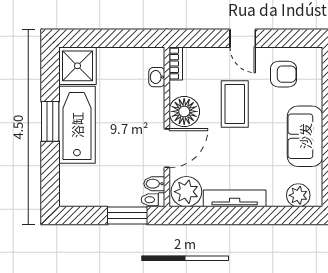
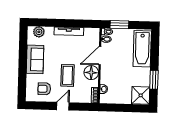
door: (243, 38) -> (63, 106), hinge flipped
window: (50, 121) -> (154, 80), moved
bathtub: (77, 125) -> (142, 49), moved
plant: (186, 192) -> (91, 35), removed

